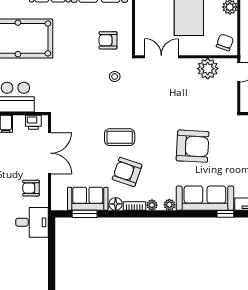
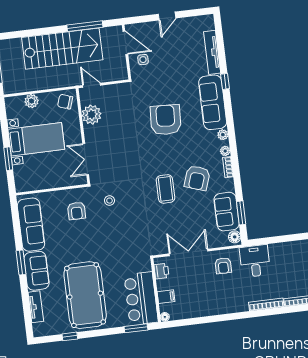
floor lamp: (116, 204) -> (235, 237), moved

